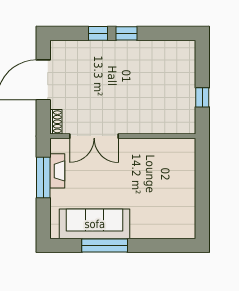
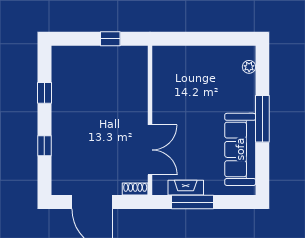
window: (126, 33) -> (44, 93), moved
plant: (175, 233) -> (249, 67), added
window: (105, 246) -> (262, 119), moved

